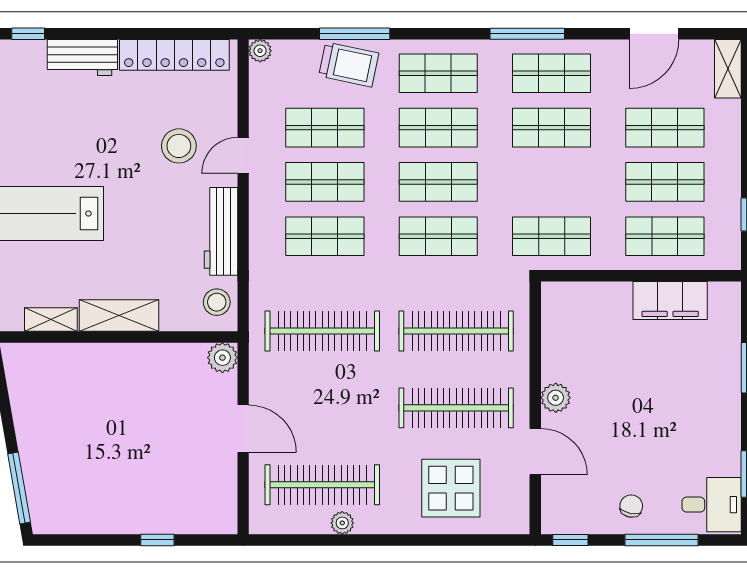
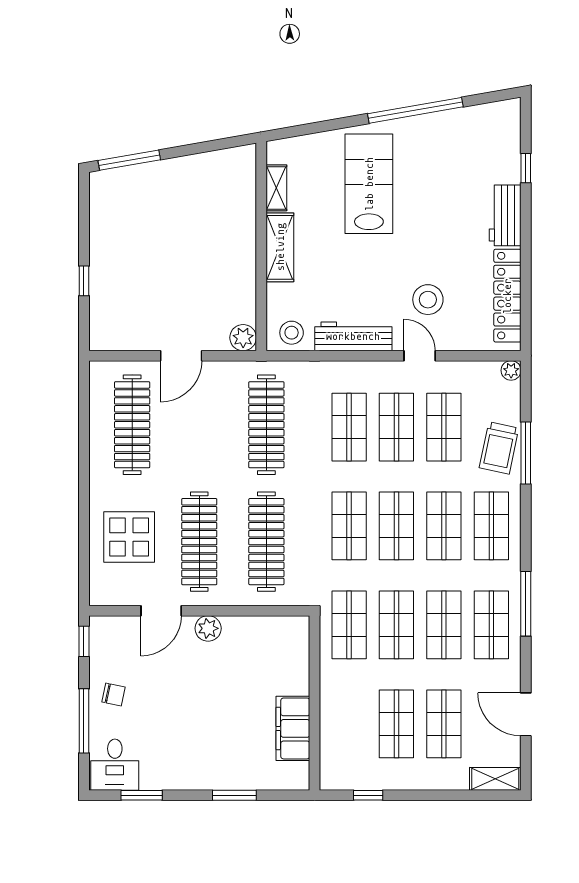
shop shelf: (665, 236) -> (396, 625), moved
plant: (342, 523) -> (99, 442), removed

